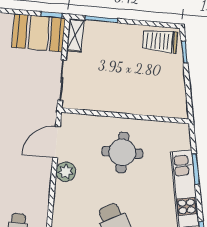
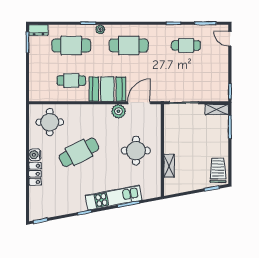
booth: (39, 33) -> (107, 89), moved, turned 90
shelving: (148, 108) -> (169, 166), added
door: (56, 142) -> (139, 103), hinge flipped

